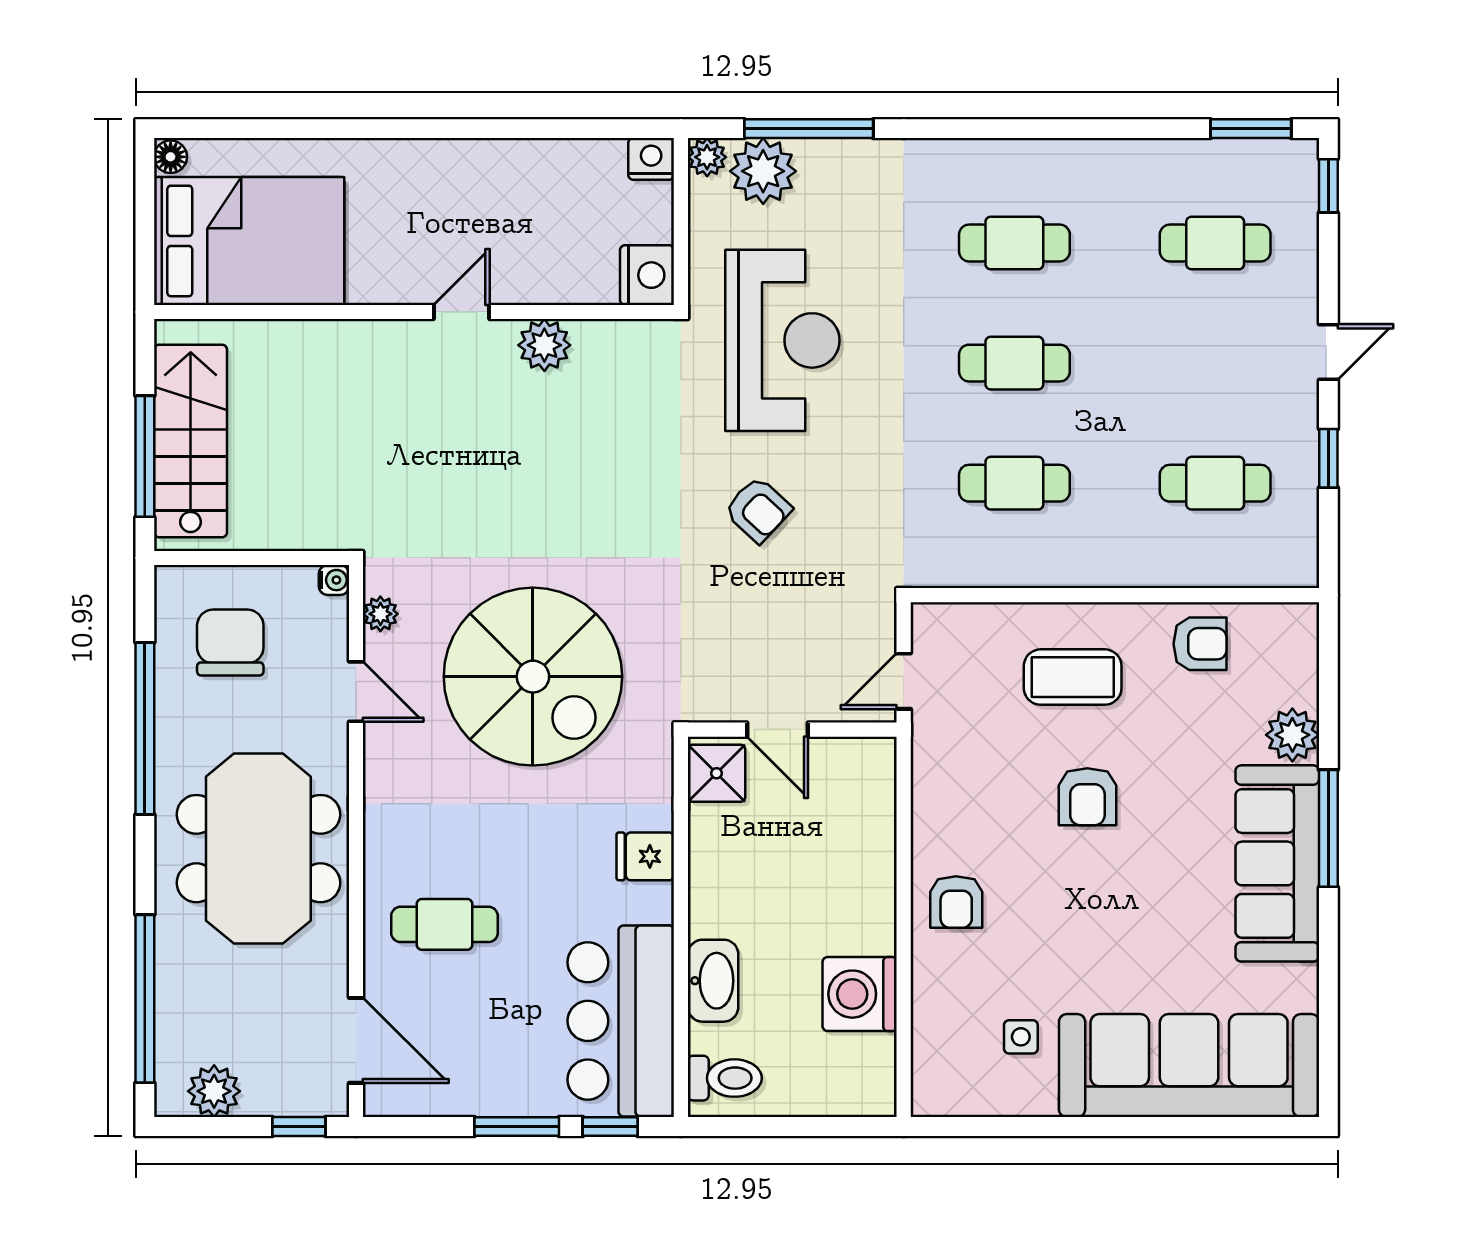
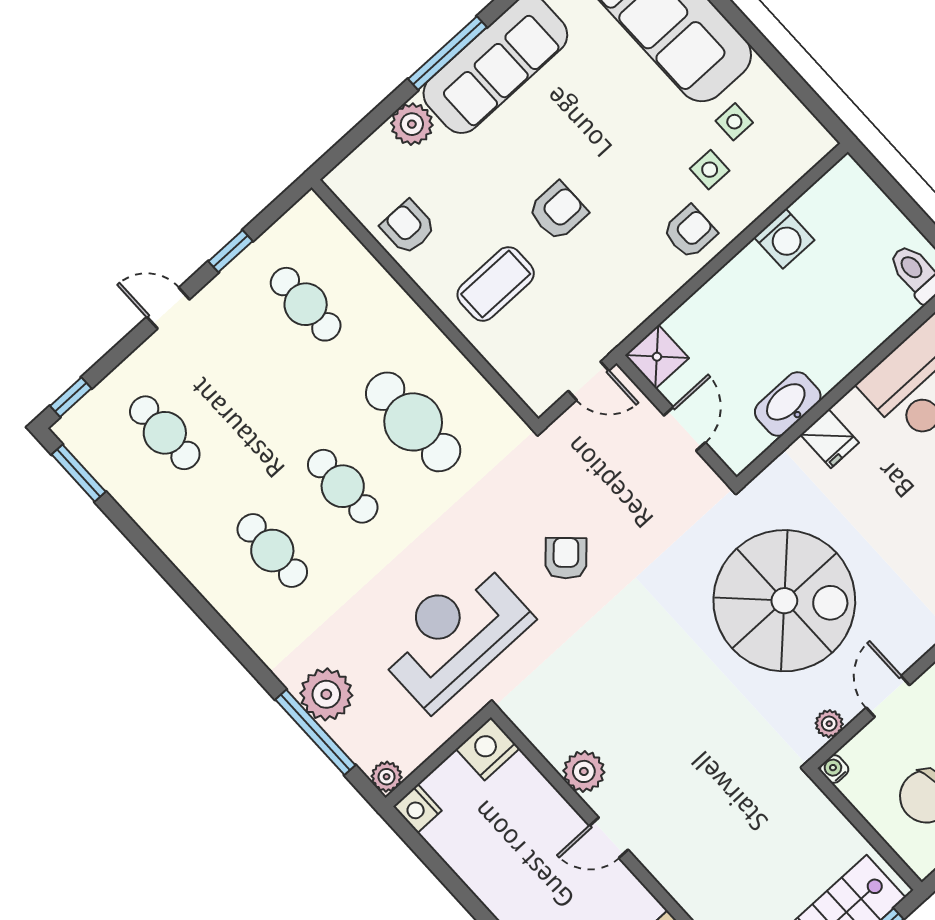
plant: (763, 171) -> (326, 694), moved
cafe table: (1014, 483) -> (413, 422), width x1.37, depth x1.35
spiral stairs: (533, 677) -> (784, 601), turned 90
coffee table: (1073, 677) -> (496, 284), turned 90
shower: (717, 773) -> (657, 357), moved
side table: (997, 973) -> (710, 170), added
washbasin: (713, 981) -> (788, 404), moved
washing machine: (860, 994) -> (784, 239), width x0.73, depth x0.73

